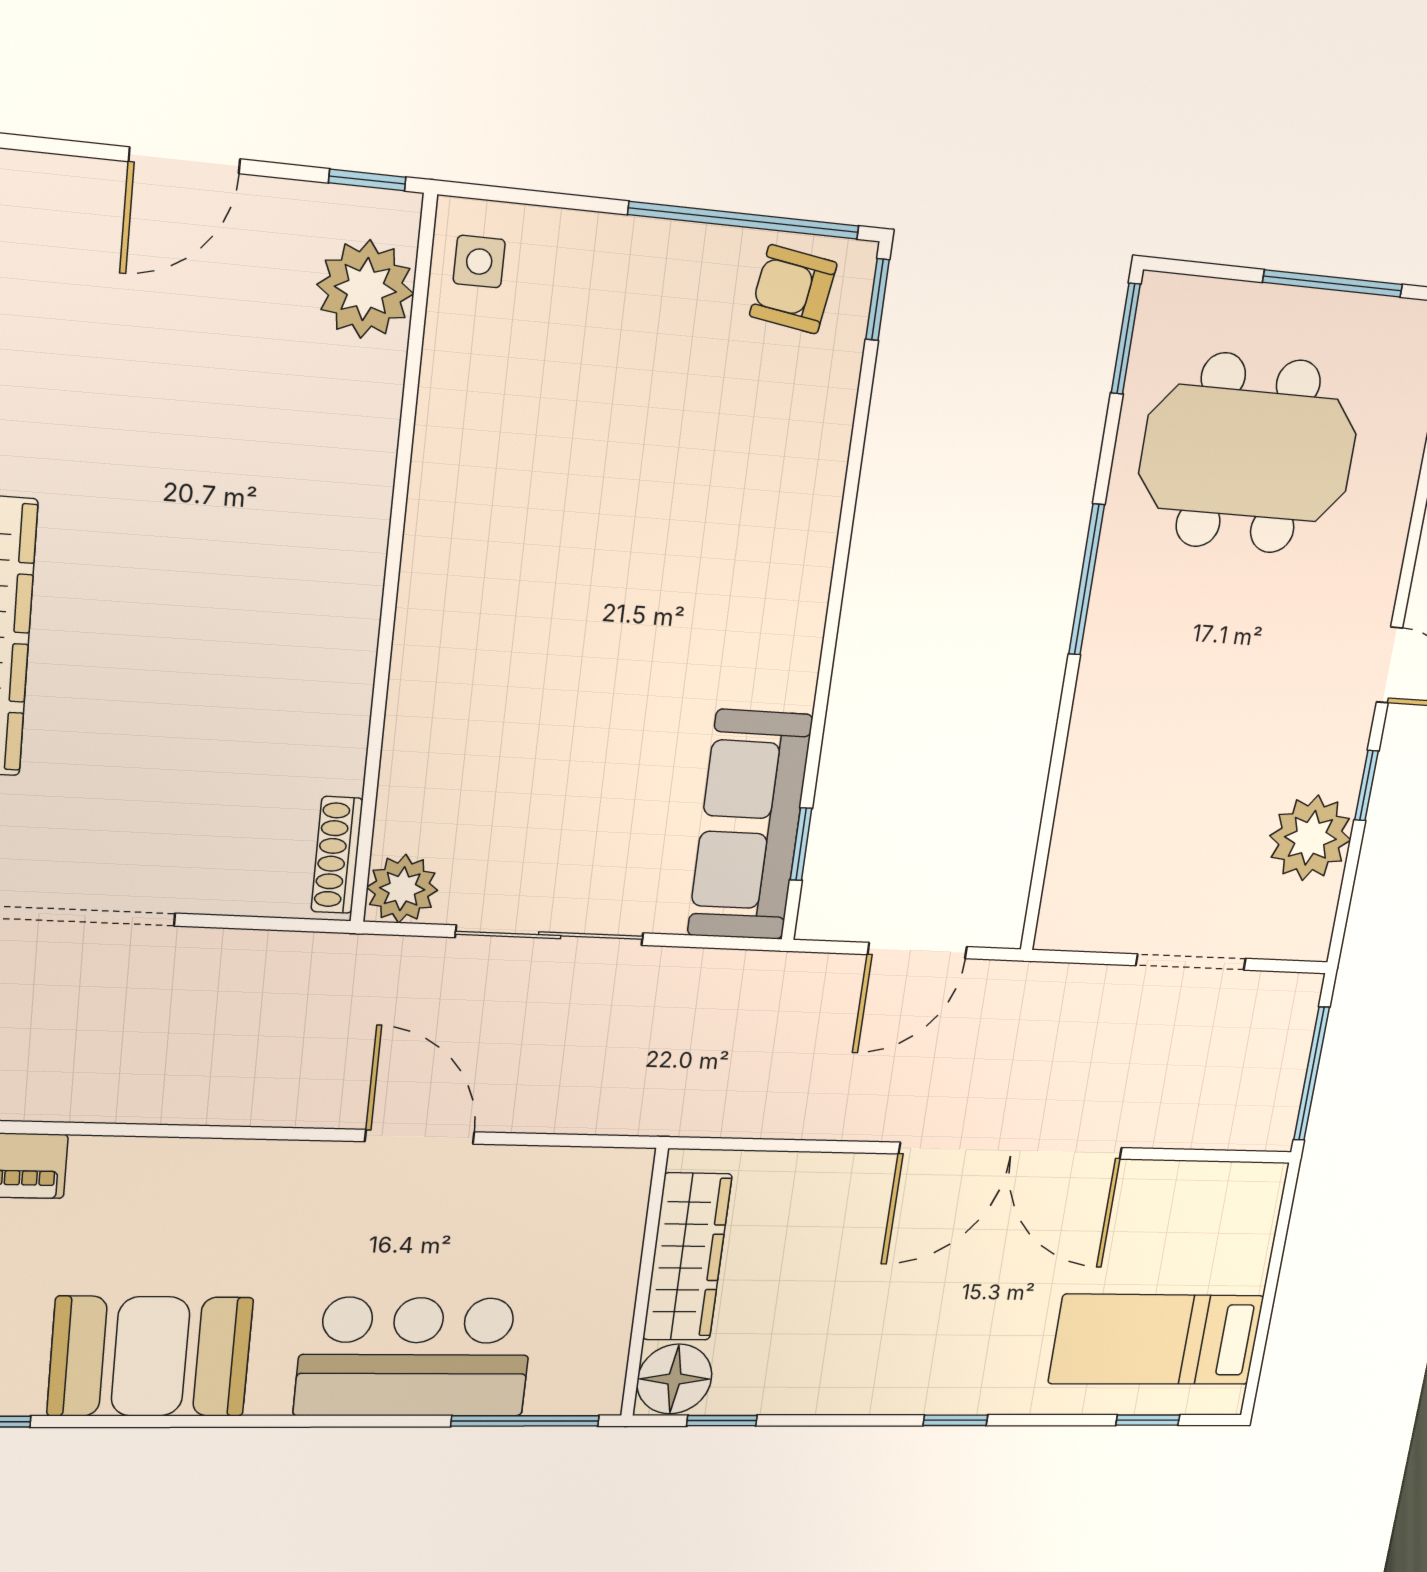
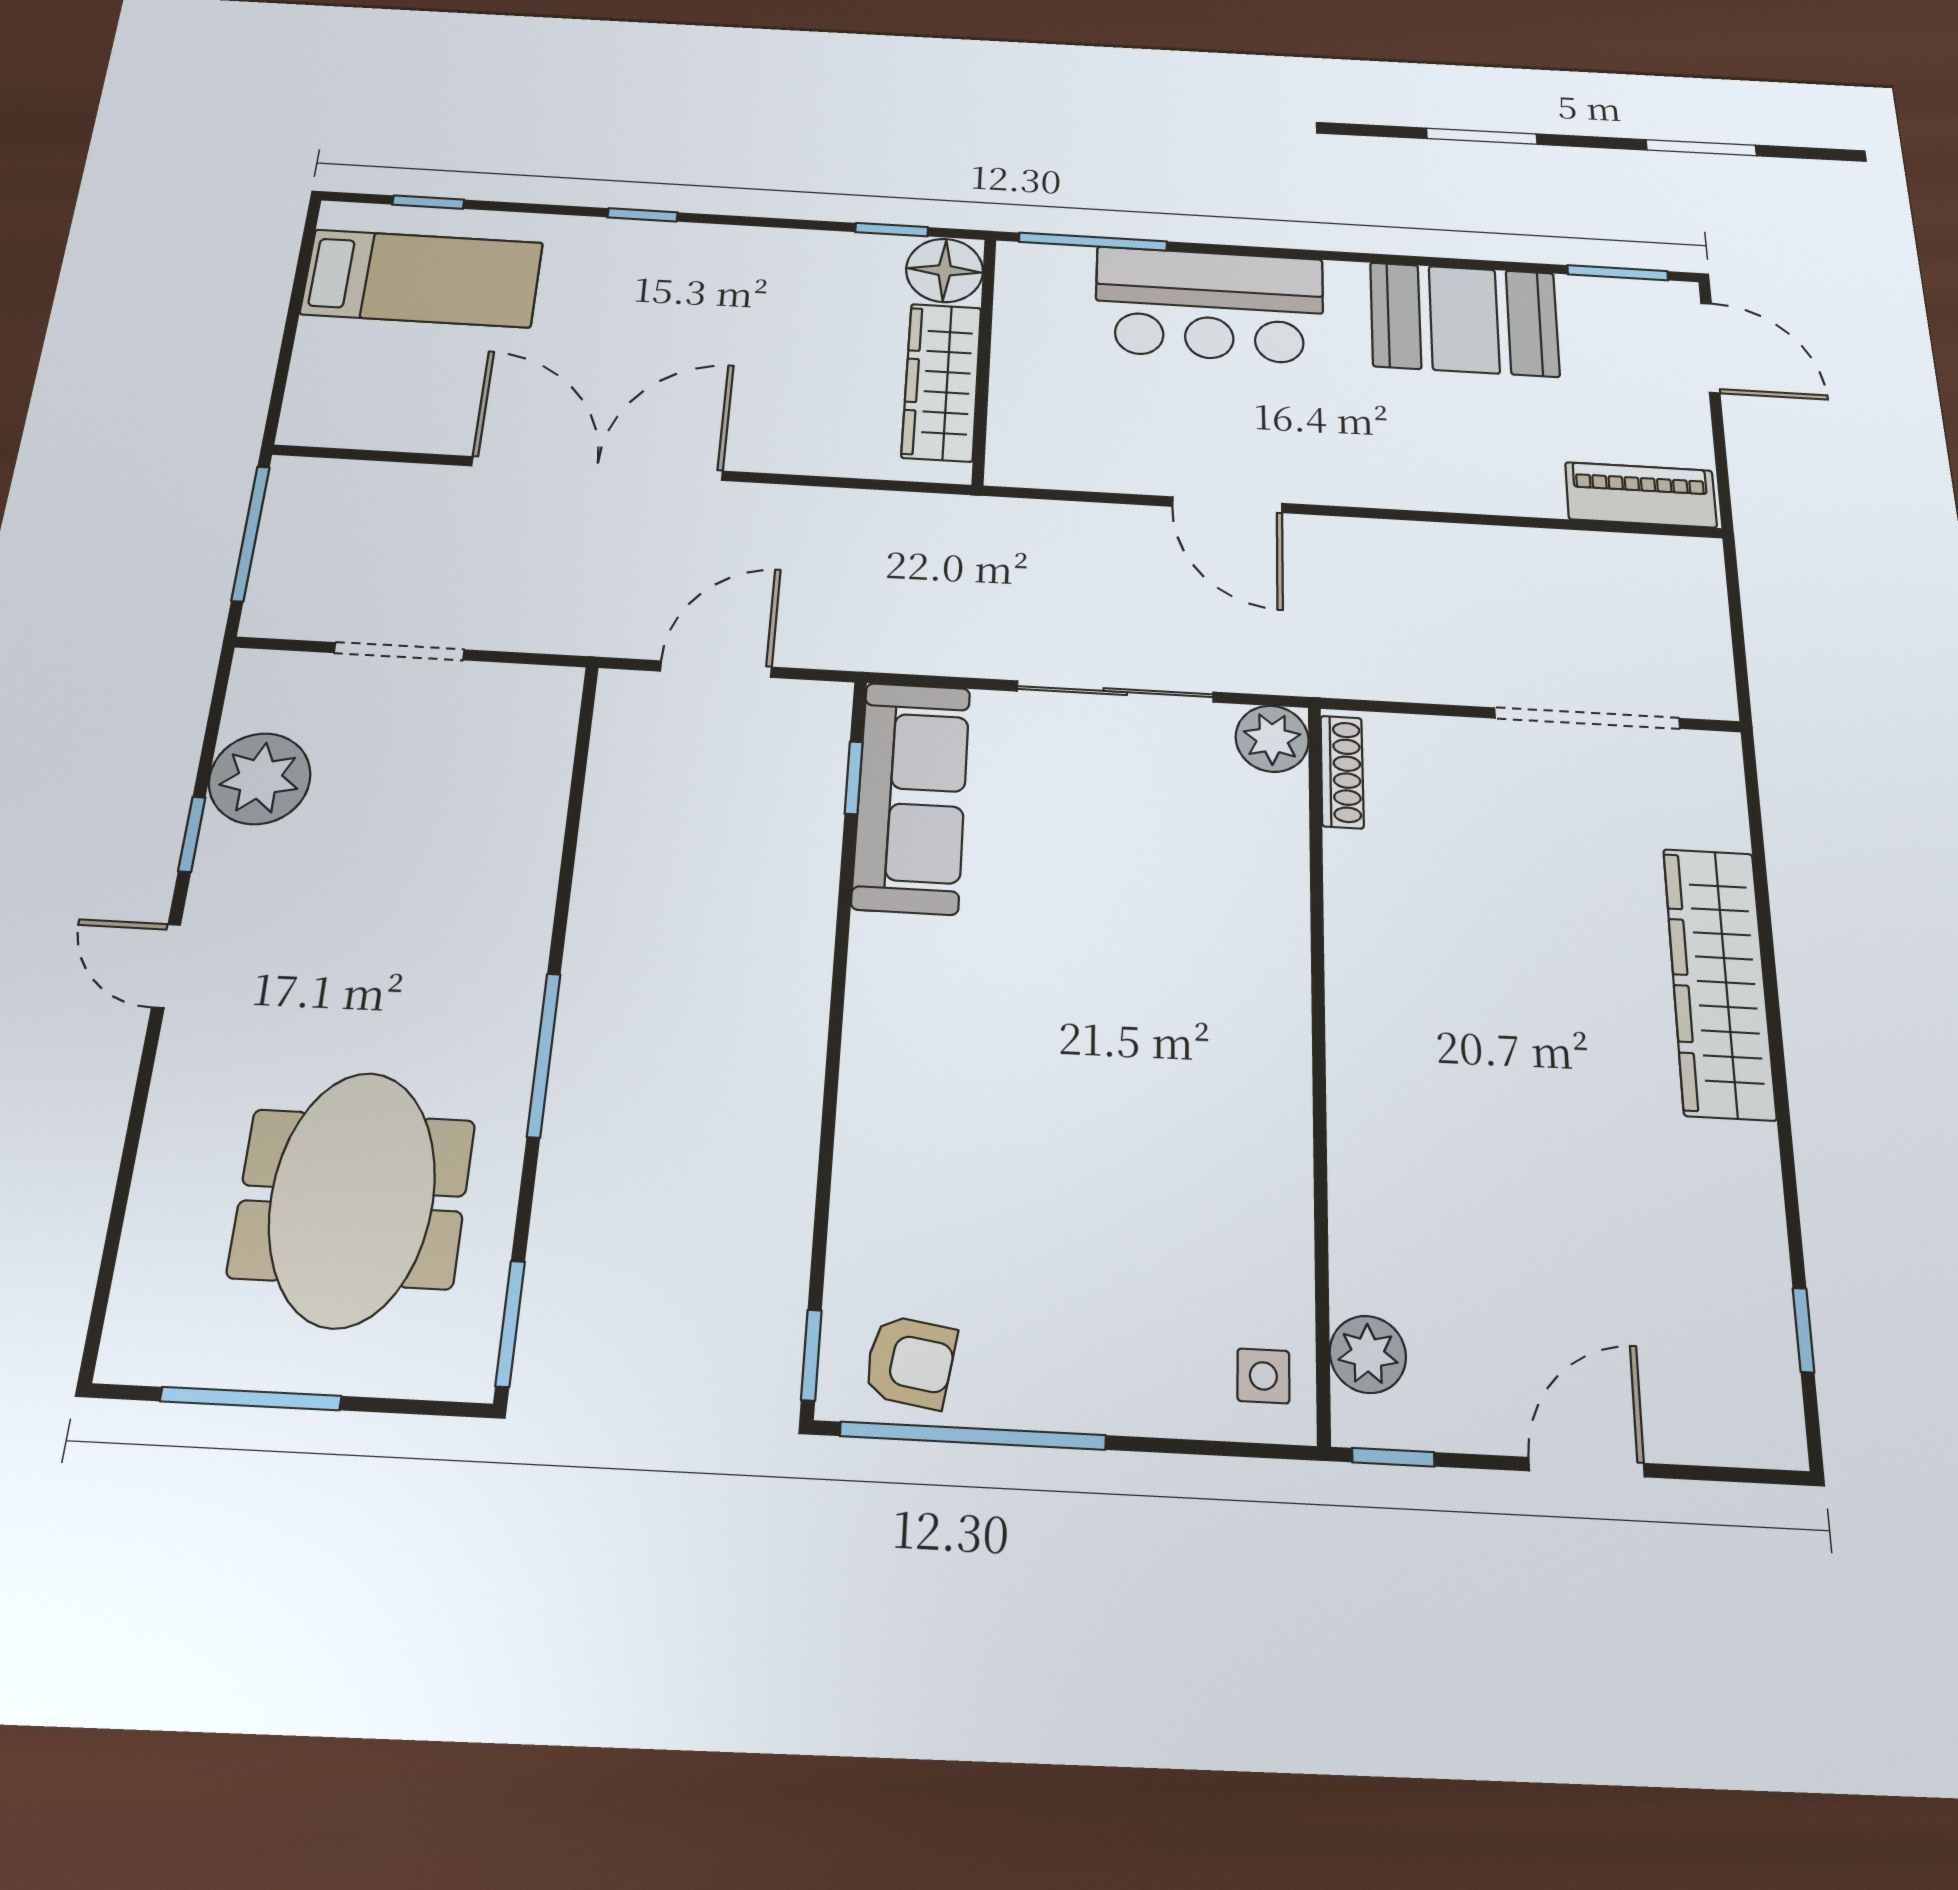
plant: (365, 289) -> (1368, 1354), width x0.73, depth x0.73
meeting table: (1248, 454) -> (352, 1198), turned 90

